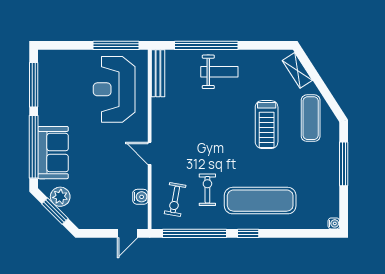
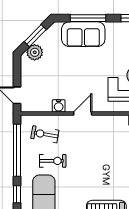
window: (34, 147) -> (88, 18), width x0.68
plant: (60, 197) -> (35, 52), moved
water cooler: (140, 197) -> (59, 106), moved

